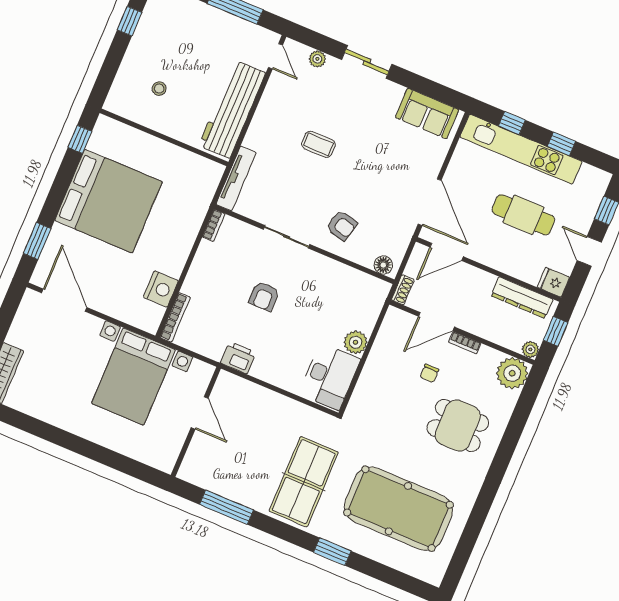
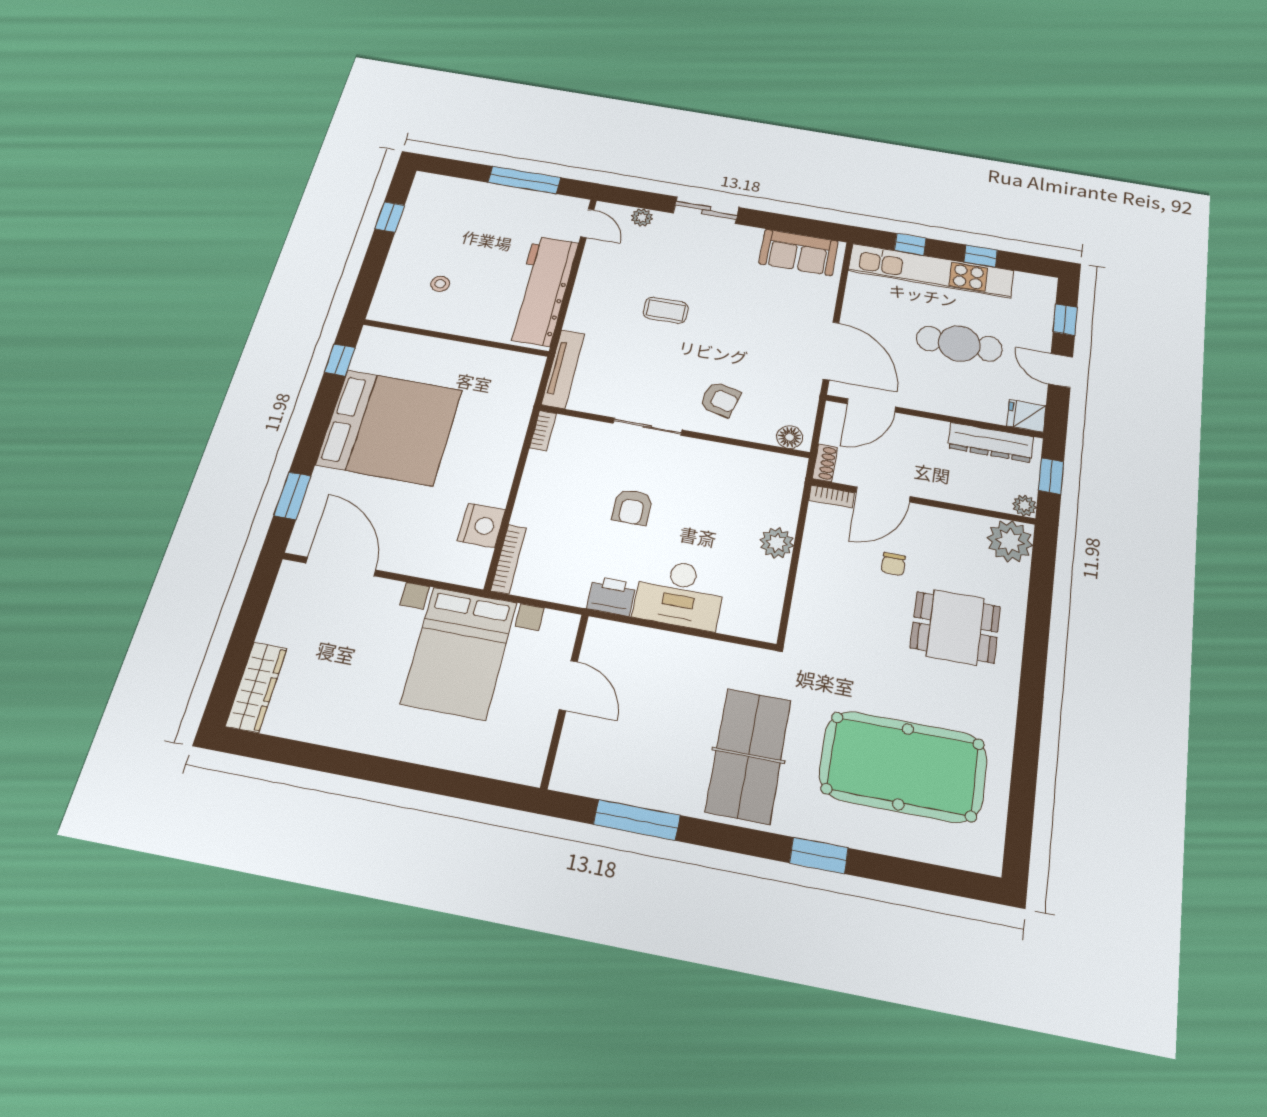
bookcase: (465, 343) -> (832, 496), moved
desk: (330, 376) -> (680, 594), moved, turned 90

